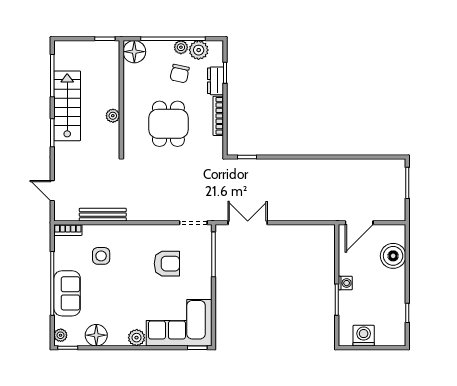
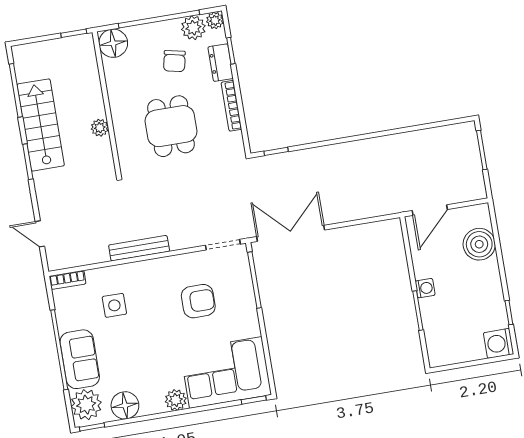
plant: (181, 47) -> (215, 20), moved
bench: (103, 215) -> (139, 248), moved
double door: (248, 223) -> (291, 233), width x1.37
plant: (61, 335) -> (86, 405), width x1.87, depth x1.87
washing machine: (364, 336) -> (499, 343), moved, turned -90

